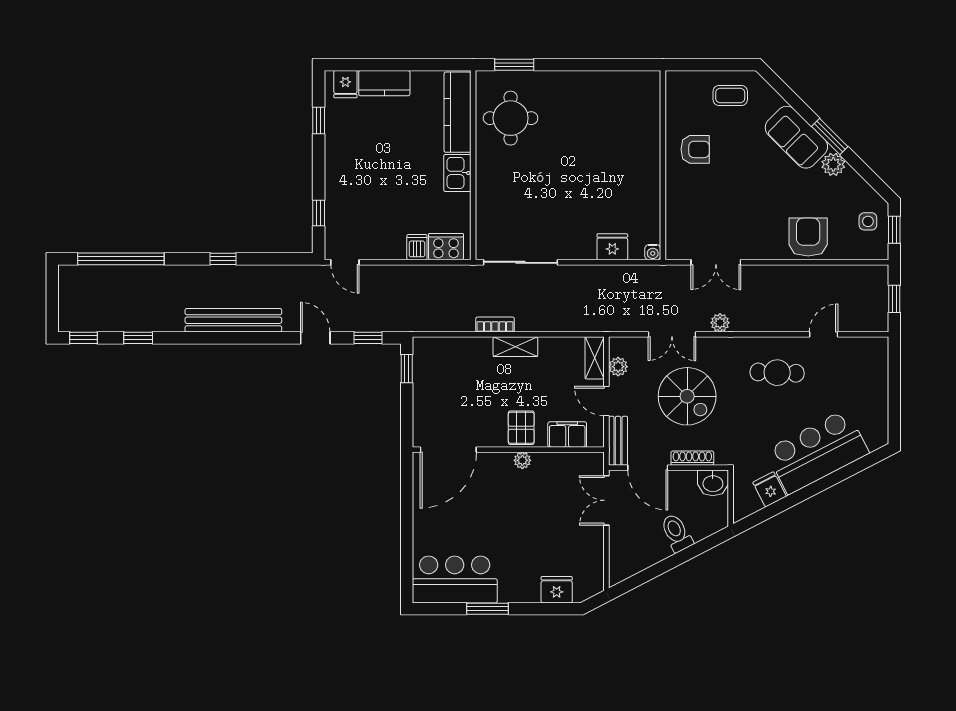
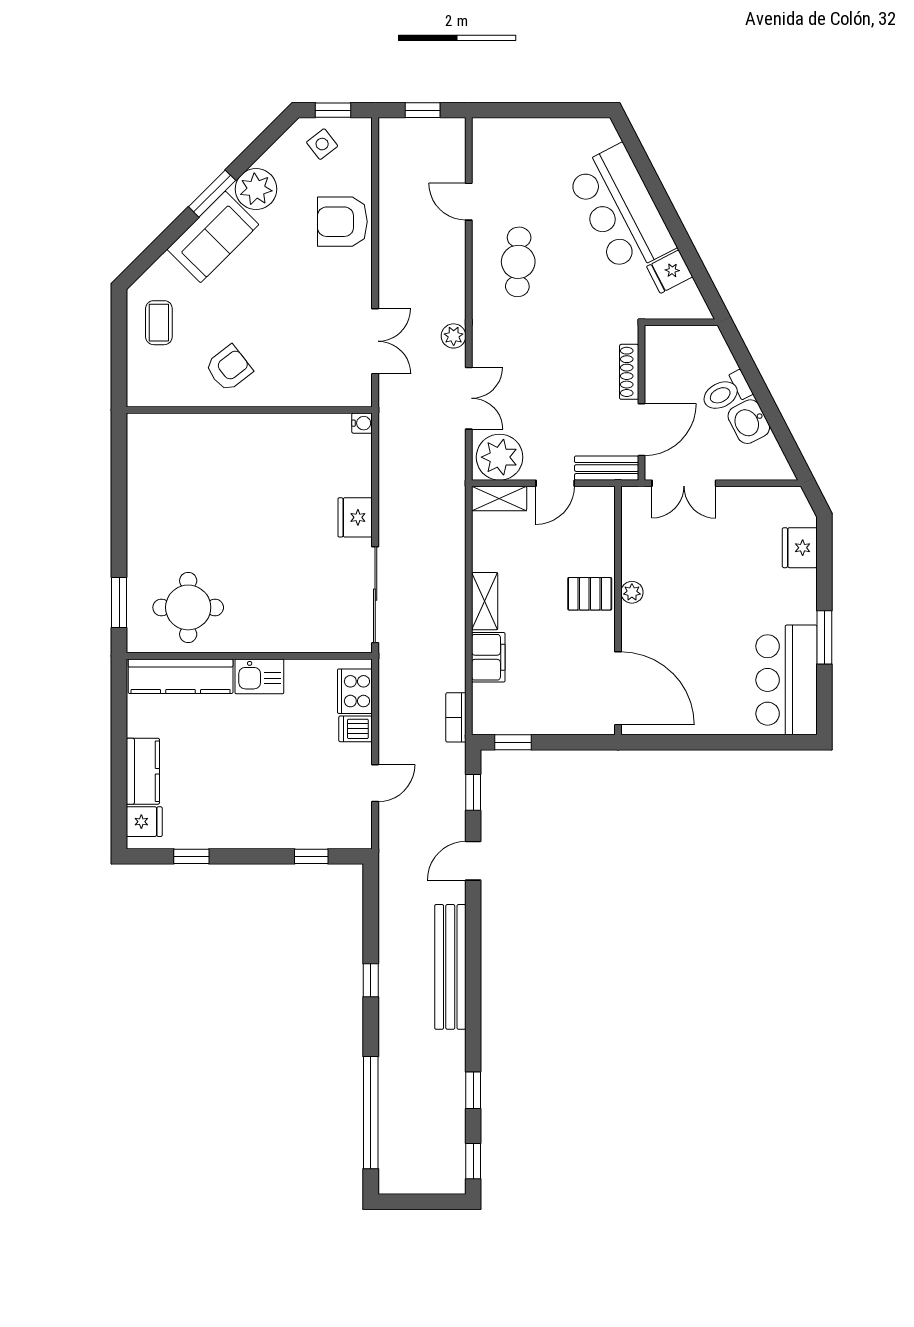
armchair: (695, 149) -> (229, 368), turned 52
plant: (833, 164) -> (256, 189), width x1.36, depth x1.36
side table: (868, 221) -> (322, 144), turned -38
fridge: (612, 247) -> (355, 517), moved
door: (345, 262) -> (375, 783), moved
bookcase: (495, 325) -> (456, 717), moved
plant: (618, 367) -> (500, 457), width x1.87, depth x1.87
spiral stairs: (687, 396) -> (549, 379), removed
filing cabinet: (567, 435) -> (488, 657), moved, turned 180
washbasin: (713, 483) -> (749, 422), moved, turned 153

